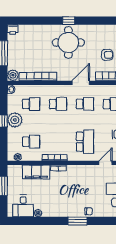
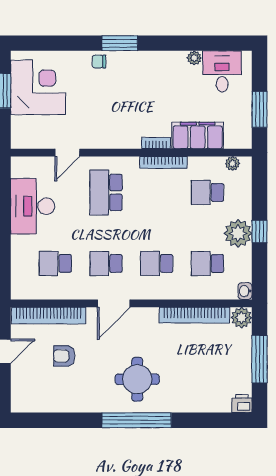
window: (69, 21) -> (137, 420), width x3.17
round table: (68, 43) -> (137, 379), width x0.73, depth x0.73

